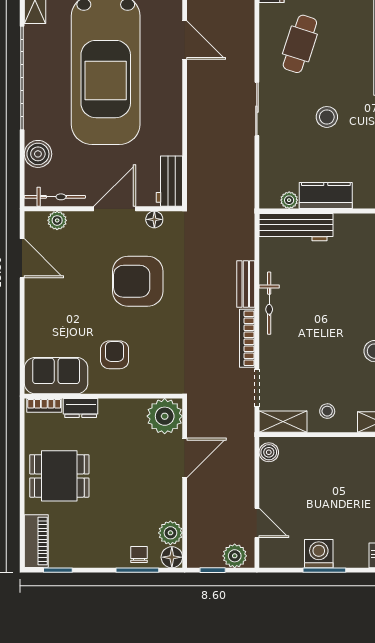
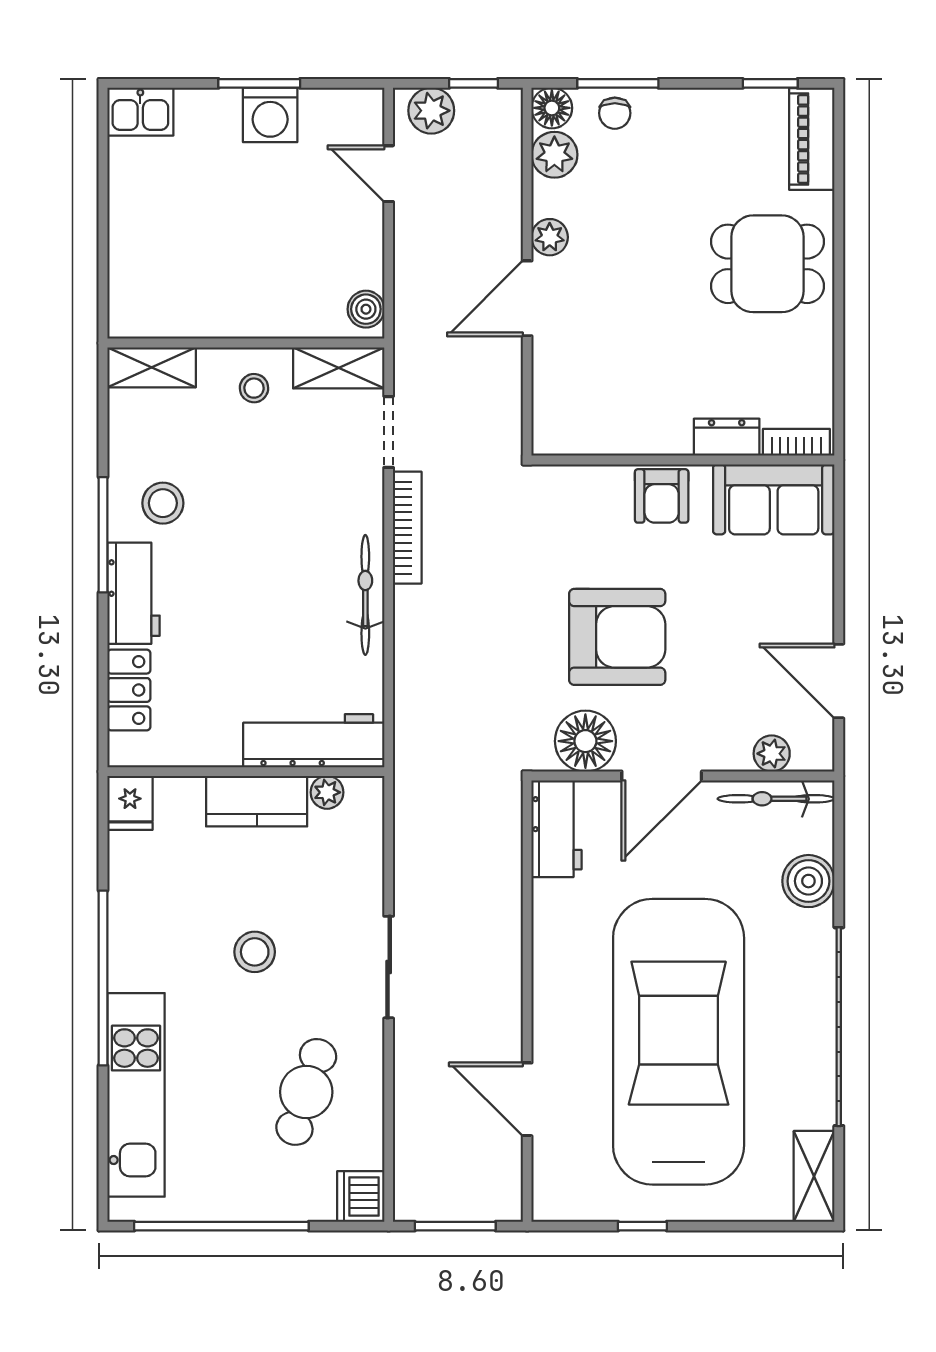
floor lamp: (154, 219) -> (585, 741), width x1.89, depth x1.89
bench: (246, 284) -> (410, 632), removed
sofa: (56, 376) -> (774, 499), moved
wall: (103, 396) -> (683, 460), moved
bookcase: (44, 405) -> (796, 442), moved
dresser: (81, 408) -> (727, 437), moved
plant: (165, 416) -> (550, 237), moved, width x0.53, depth x0.53

